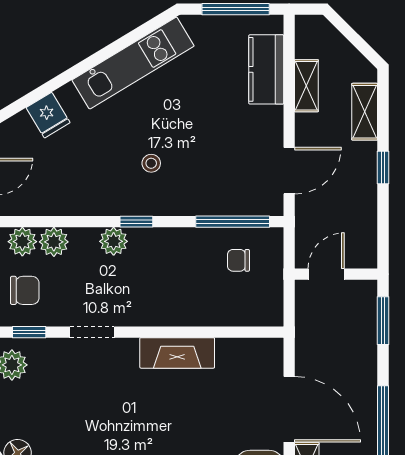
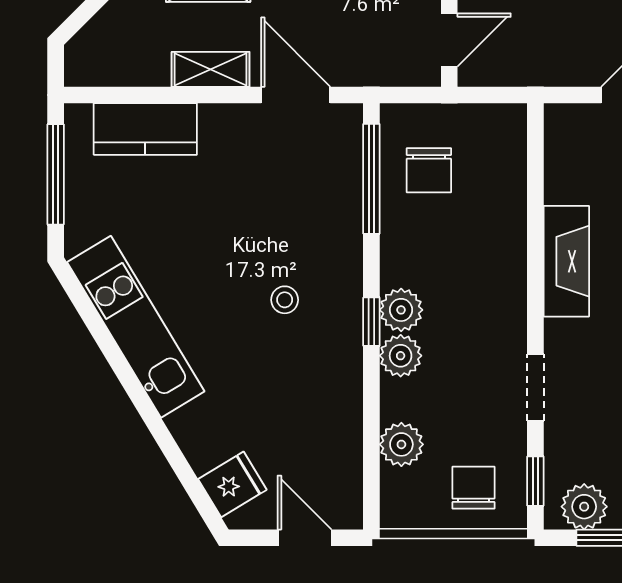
shelving: (306, 86) -> (211, 69), moved
fridge: (48, 115) -> (232, 484), moved
plant: (22, 242) -> (401, 310), moved
chair: (238, 260) -> (429, 170), width x1.37, depth x1.37
door: (326, 274) -> (449, 40), swing flipped

